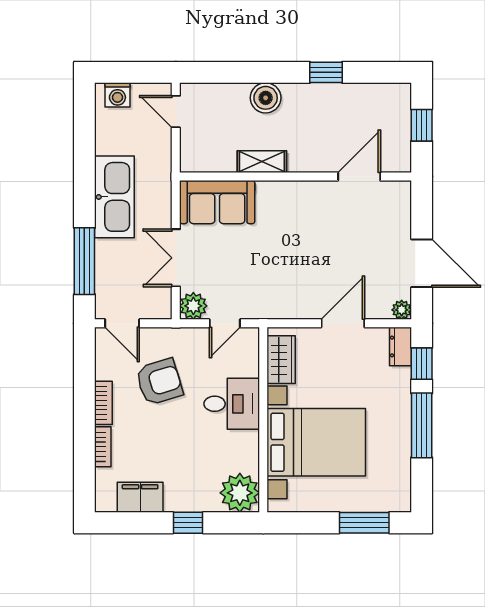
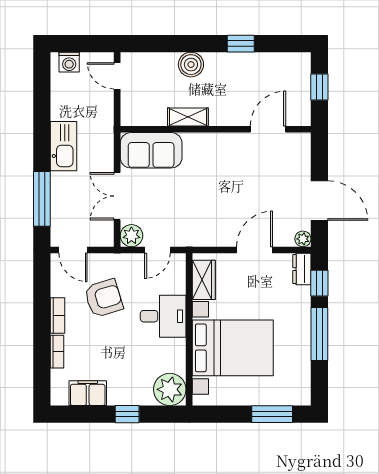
kitchen sink: (114, 197) -> (63, 146), width x0.73, depth x0.81

